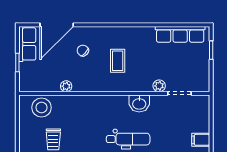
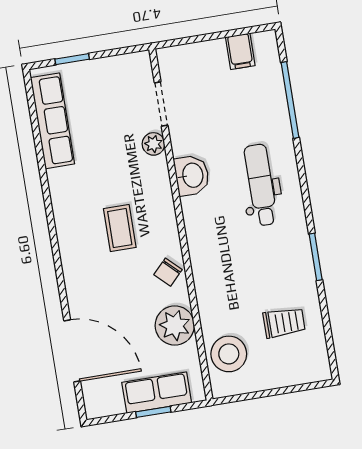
row of seats: (27, 44) -> (157, 393), moved
chair: (83, 51) -> (168, 272), moved
coffee table: (118, 61) -> (120, 228), turned 90
plant: (66, 86) -> (175, 325), width x1.88, depth x1.88

